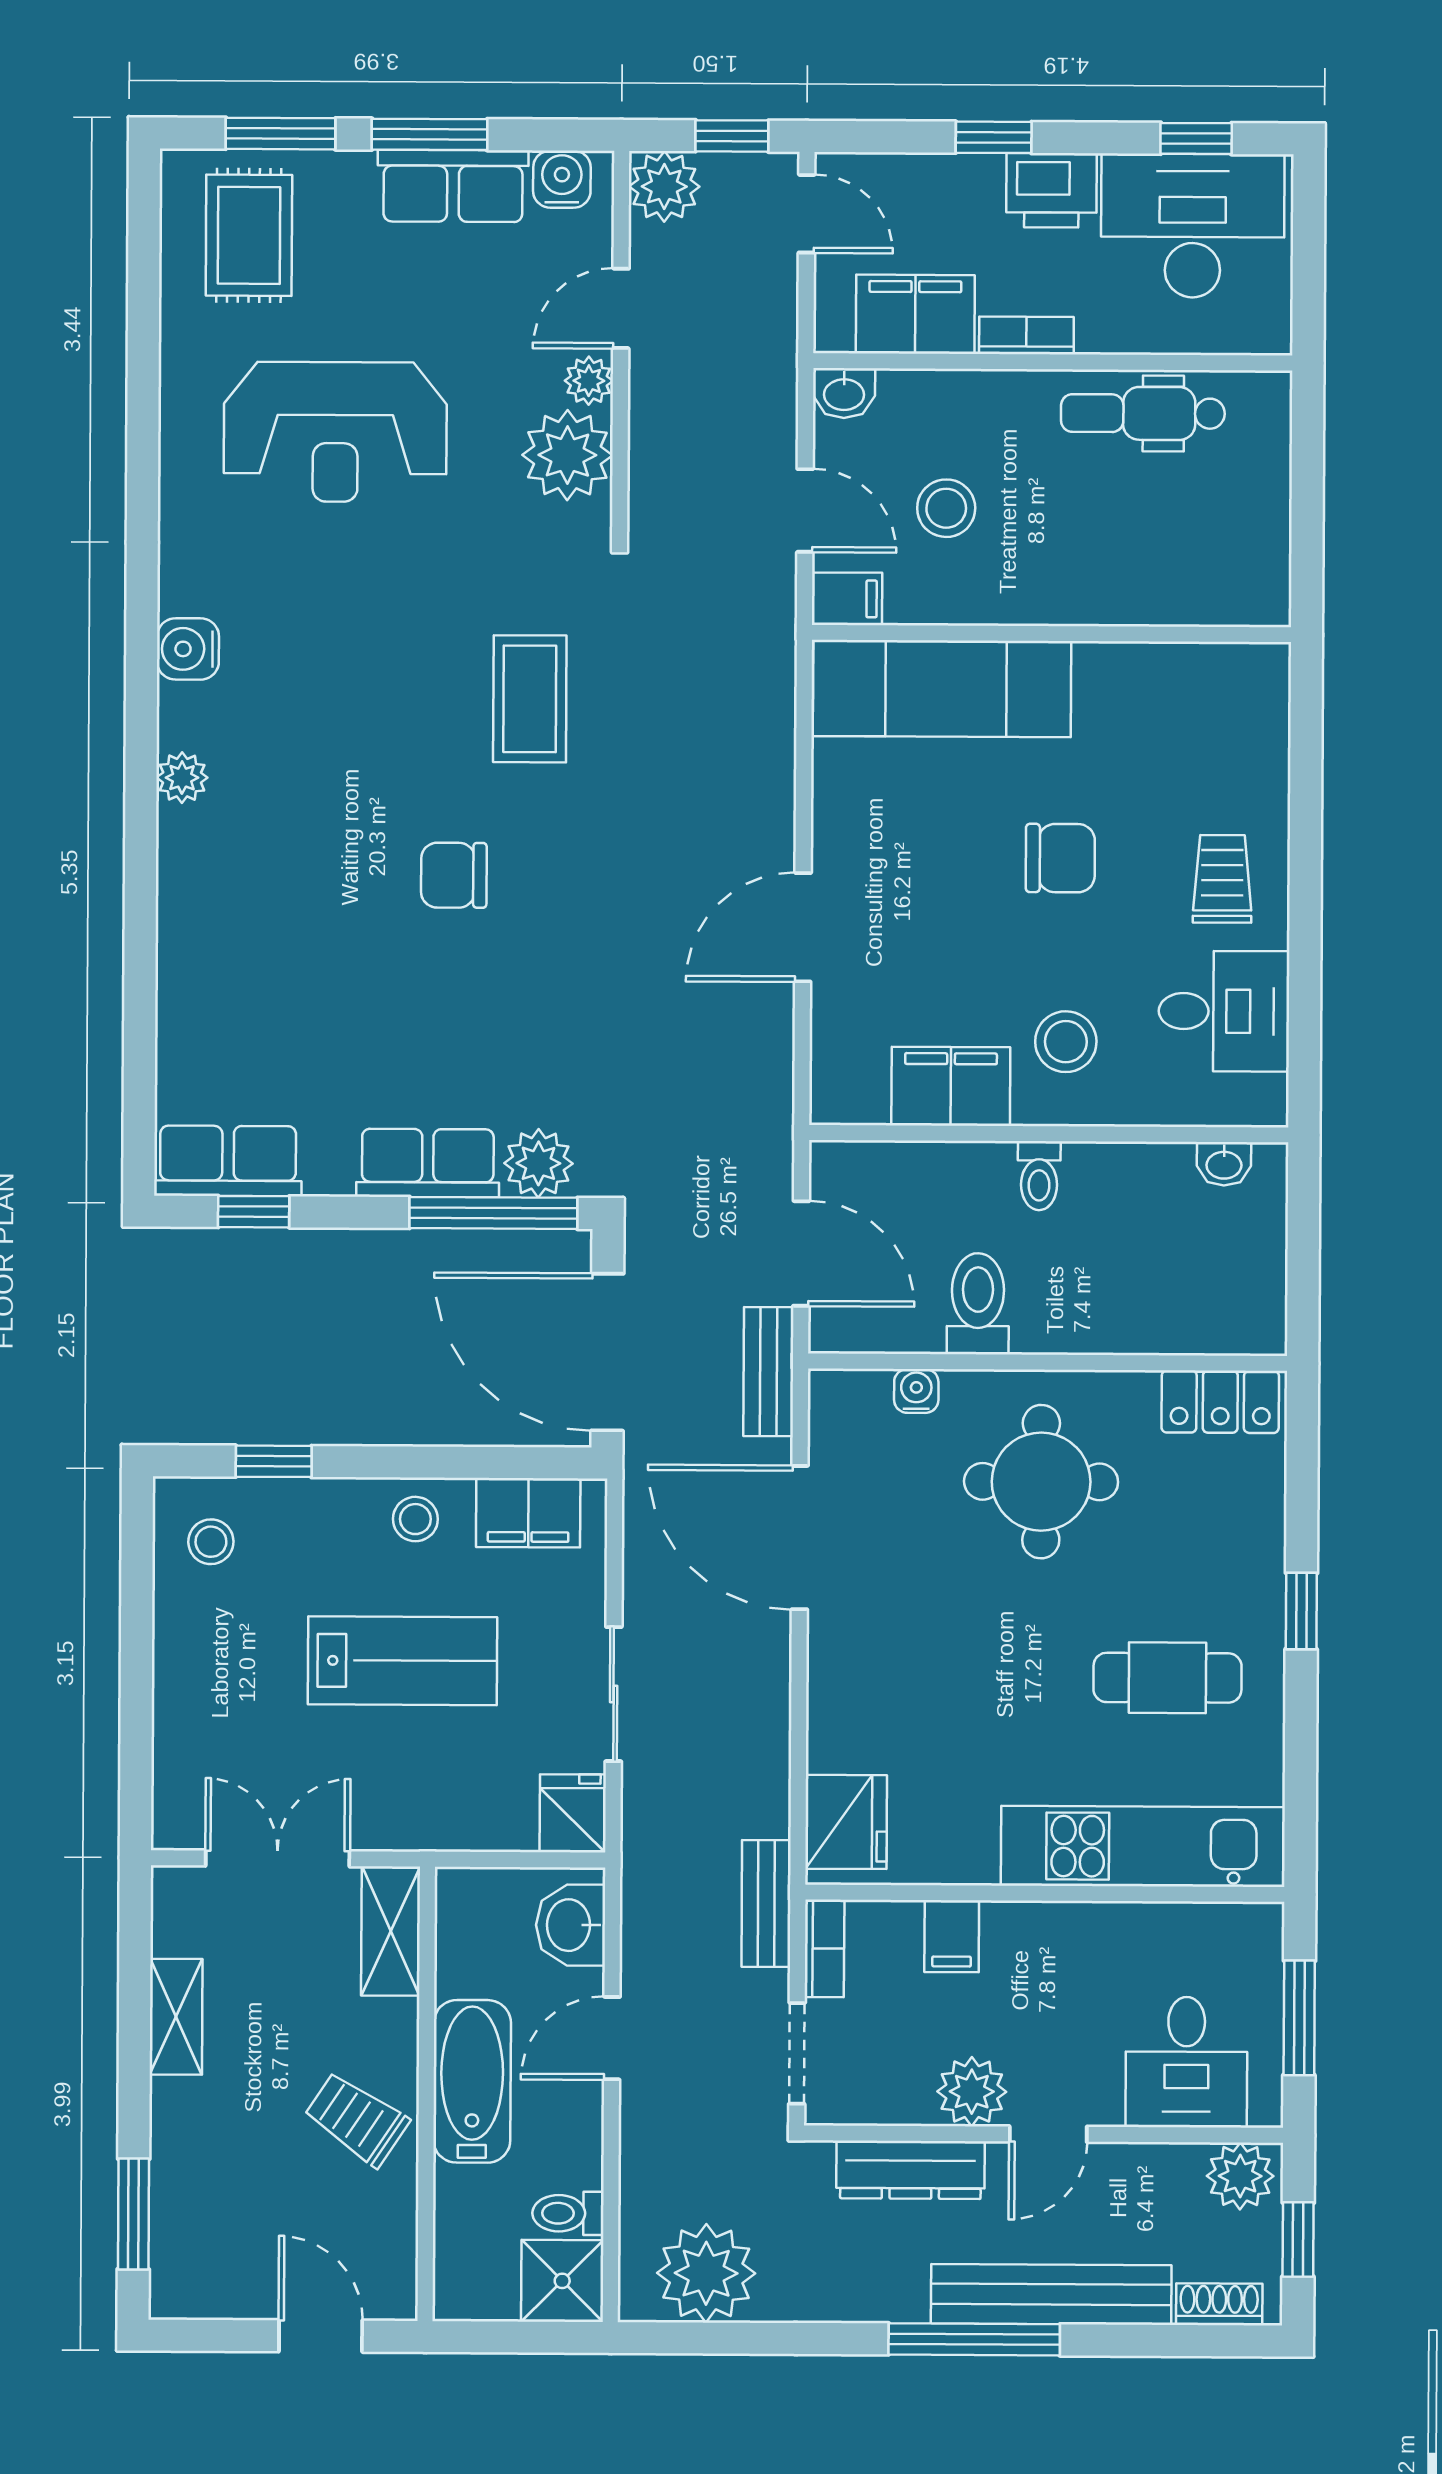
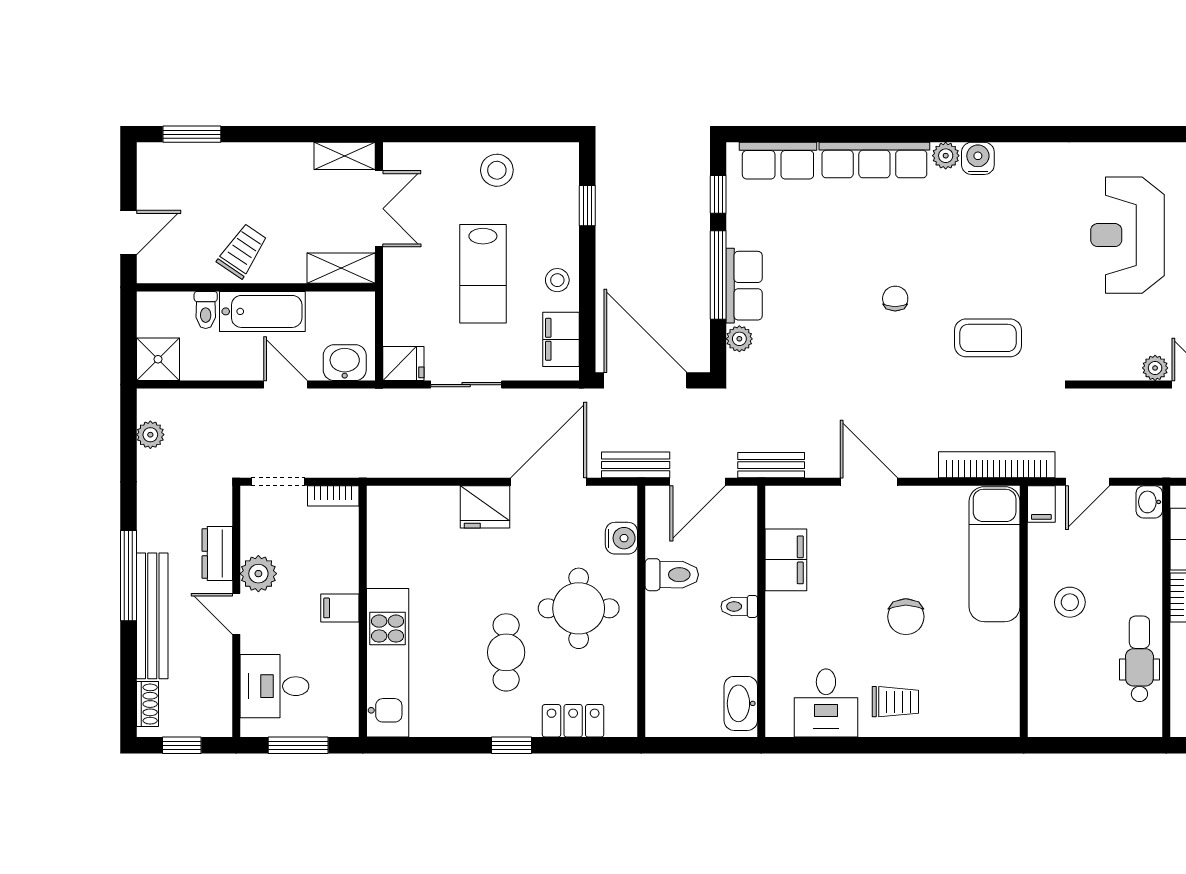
plant: (567, 455) -> (1116, 357), removed
stool: (946, 508) -> (1070, 602), moved
water cooler: (188, 649) -> (978, 158), moved
bookcase: (772, 683) -> (997, 465), added
chair: (454, 875) -> (895, 299), width x0.73, depth x0.73
row of seats: (190, 913) -> (874, 160), added
stool: (1066, 1042) -> (810, 620), removed
row of seats: (228, 1161) -> (778, 161), moved, turned 90
plant: (538, 1163) -> (739, 339), width x0.73, depth x0.73
washbasin: (1224, 1164) -> (741, 703), width x1.91, depth x1.45
window: (493, 1213) -> (718, 275), moved
door: (607, 1352) -> (645, 380), hinge flipped
water cooler: (916, 1391) -> (621, 538), width x1.38, depth x1.38
locker: (1220, 1402) -> (573, 721), moved, turned 90
stool: (211, 1542) -> (497, 170), moved, width x1.37, depth x1.37
cafe table: (1167, 1678) -> (506, 652), moved
fridge: (846, 1822) -> (485, 507), moved
bench: (766, 1904) -> (771, 465), moved
filing cabinet: (952, 1936) -> (340, 608), moved
shelving: (176, 2017) -> (345, 156), moved
dresser: (910, 2170) -> (217, 554), width x0.70
plant: (1240, 2176) -> (215, 715), removed
toilet: (568, 2213) -> (206, 310), moved, turned 180
plant: (706, 2273) -> (150, 435), width x0.53, depth x0.53

